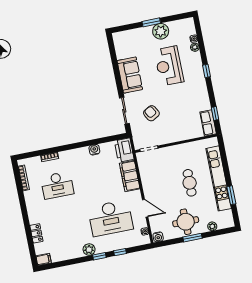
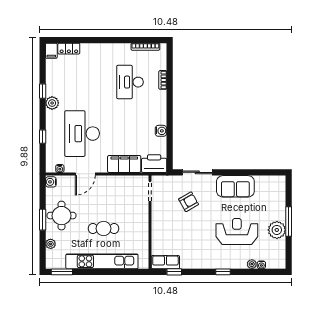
window: (151, 22) -> (289, 222), width x1.44
window: (231, 195) -> (62, 272), moved
locker: (36, 233) -> (69, 49), moved
window: (99, 256) -> (43, 91), moved

